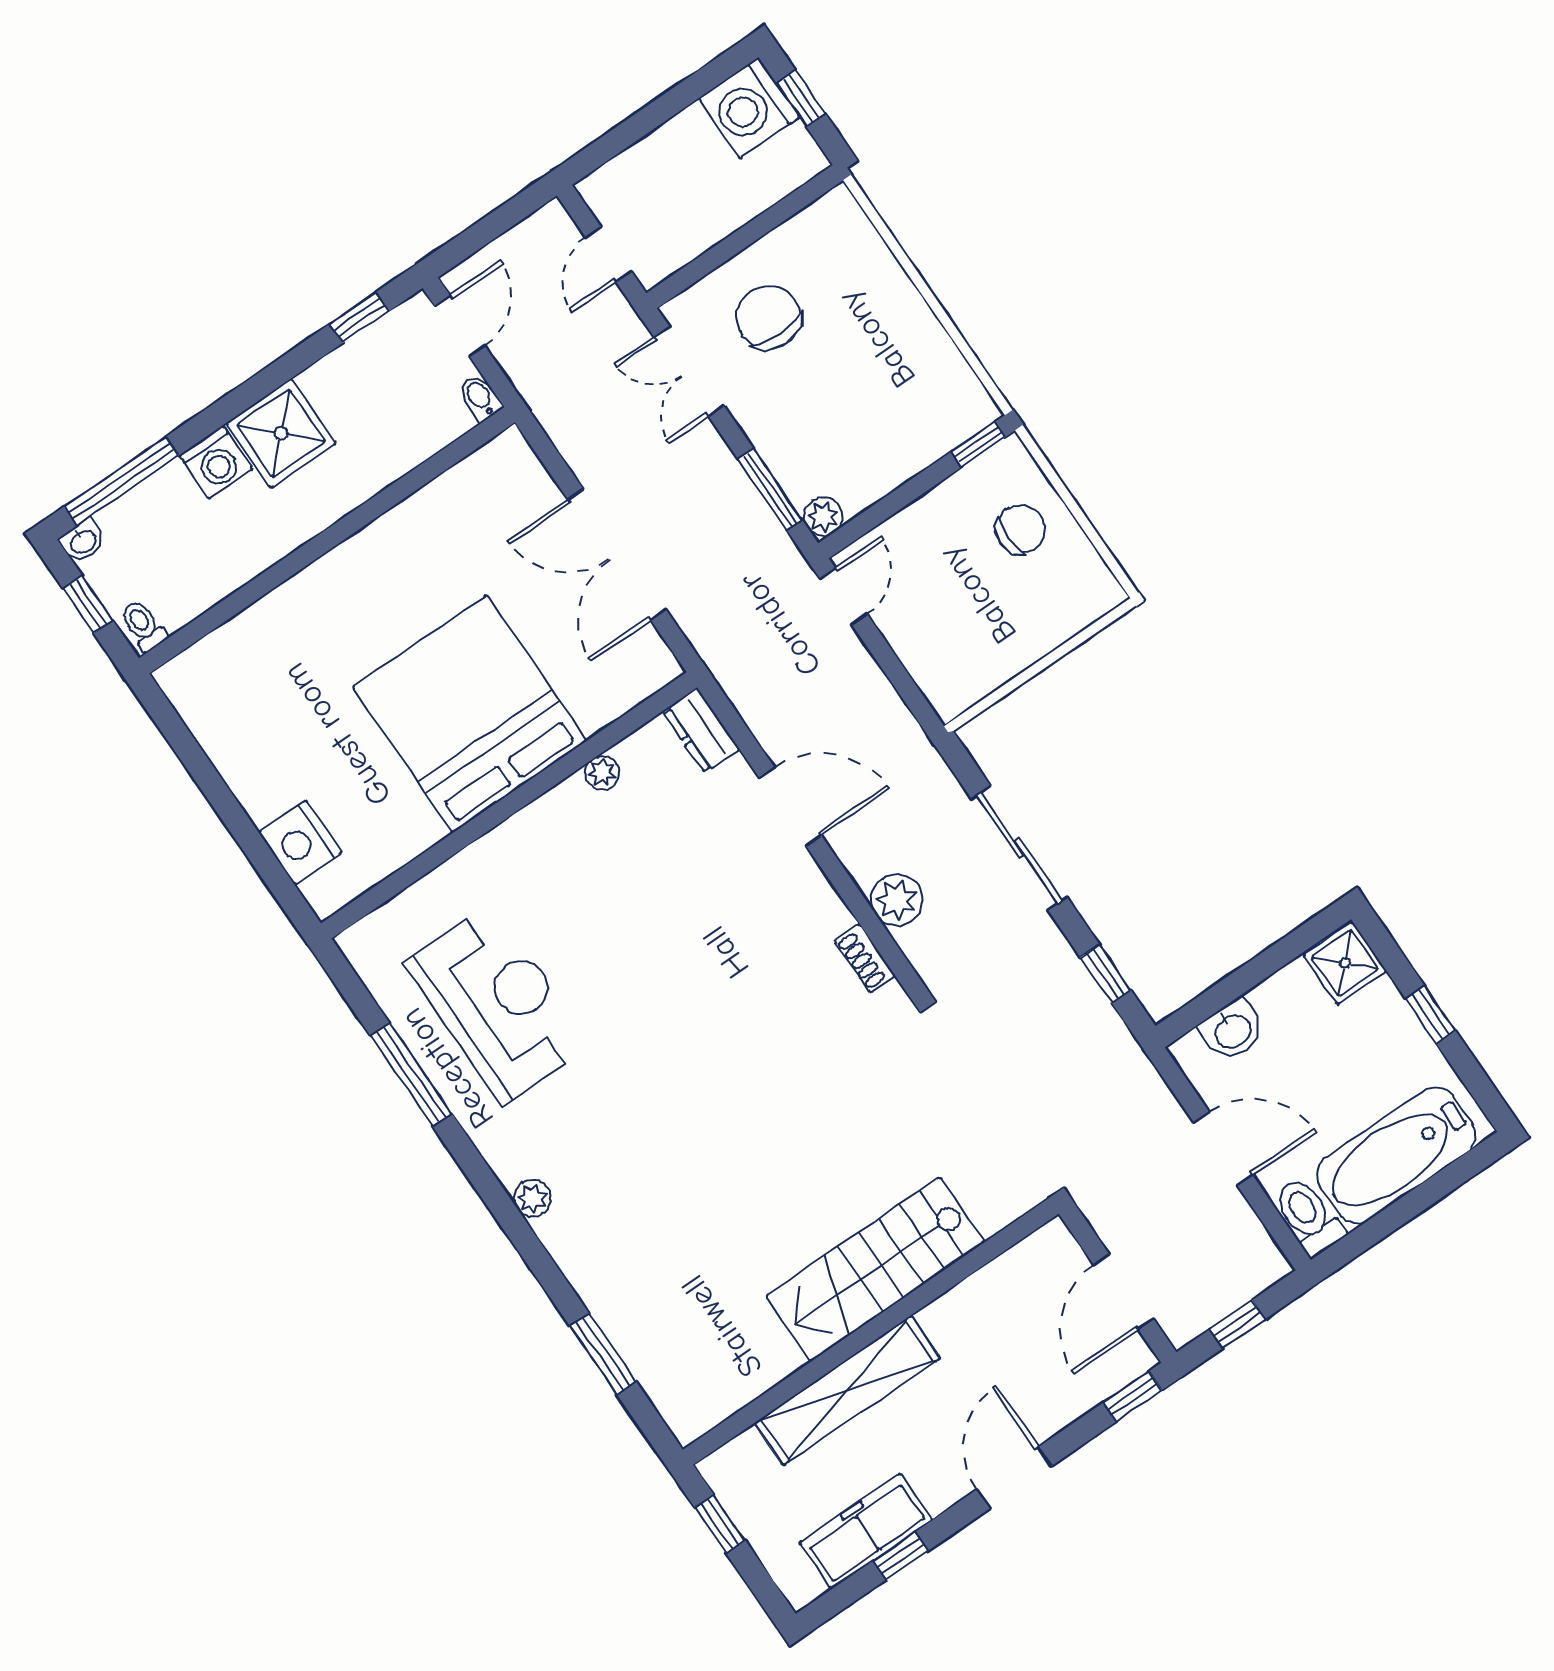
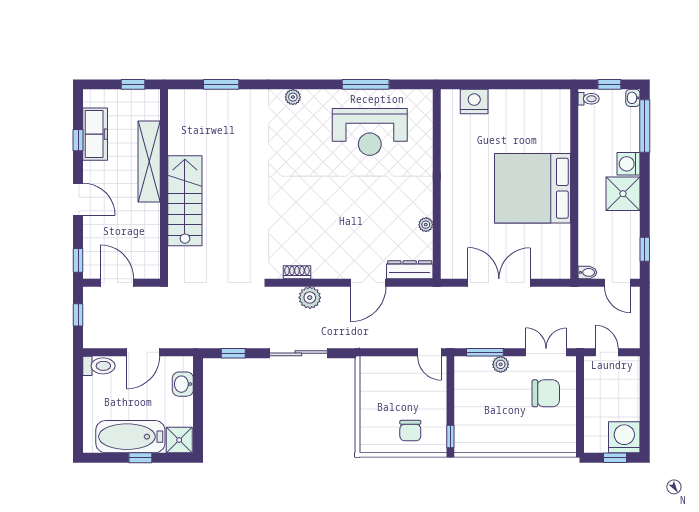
plant: (823, 517) -> (501, 364), moved
bed: (470, 714) -> (532, 188), moved, turned 180
dresser: (701, 730) -> (410, 270), width x1.44
bathtub: (1396, 1155) -> (130, 437), moved, turned -90

